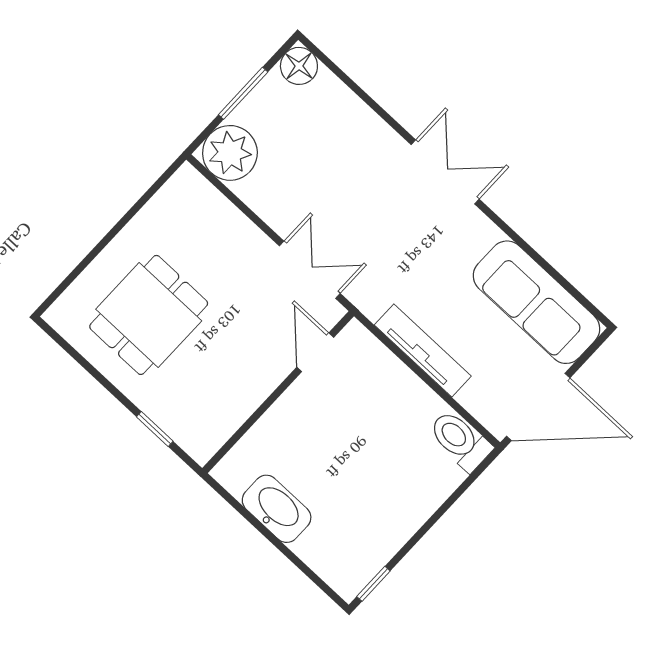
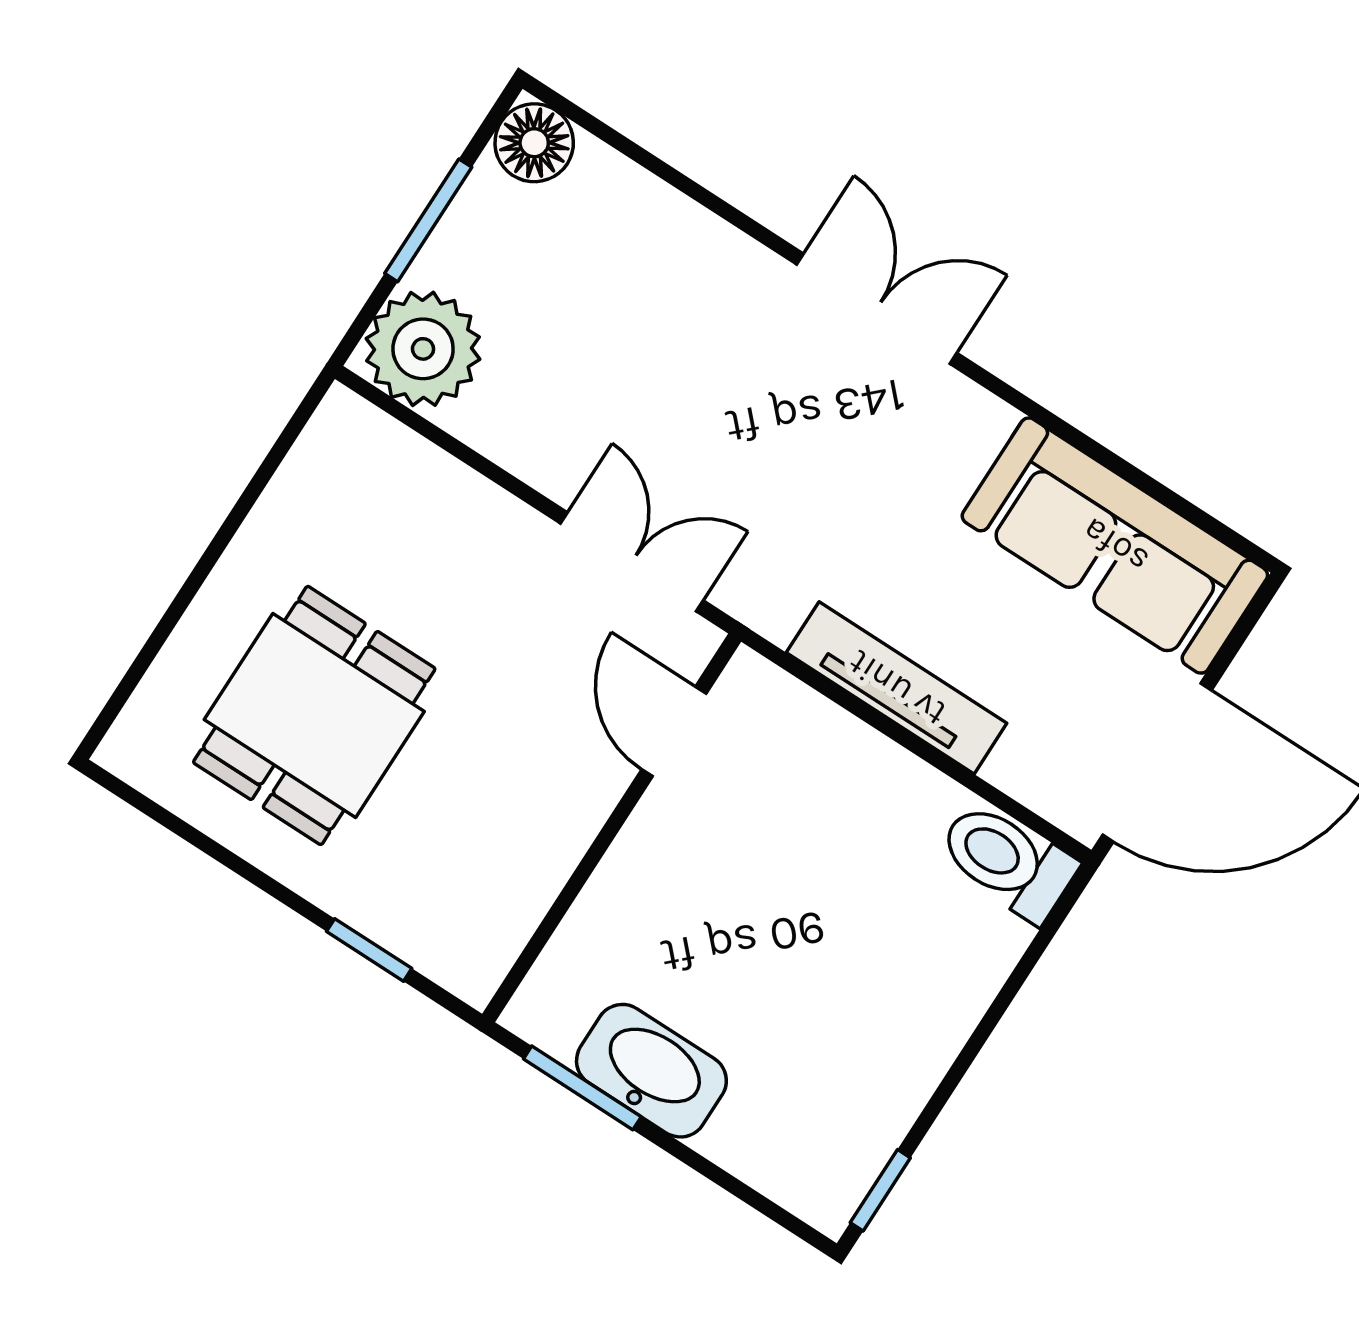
window: (243, 511) -> (582, 1088), added

